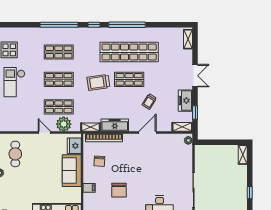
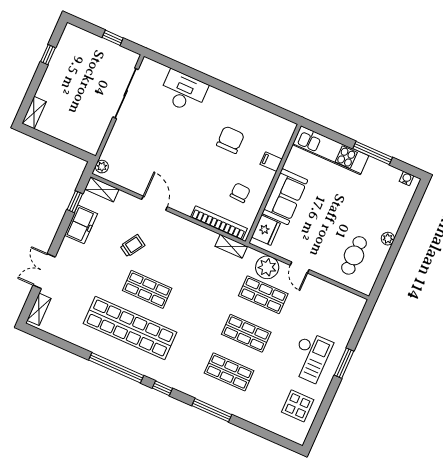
window: (59, 25) -> (212, 410), width x0.68
double door: (195, 76) -> (44, 271), moved
trolley: (98, 82) -> (192, 304), removed
freezer: (115, 125) -> (196, 234), removed
door: (147, 133) -> (155, 203), swing flipped

